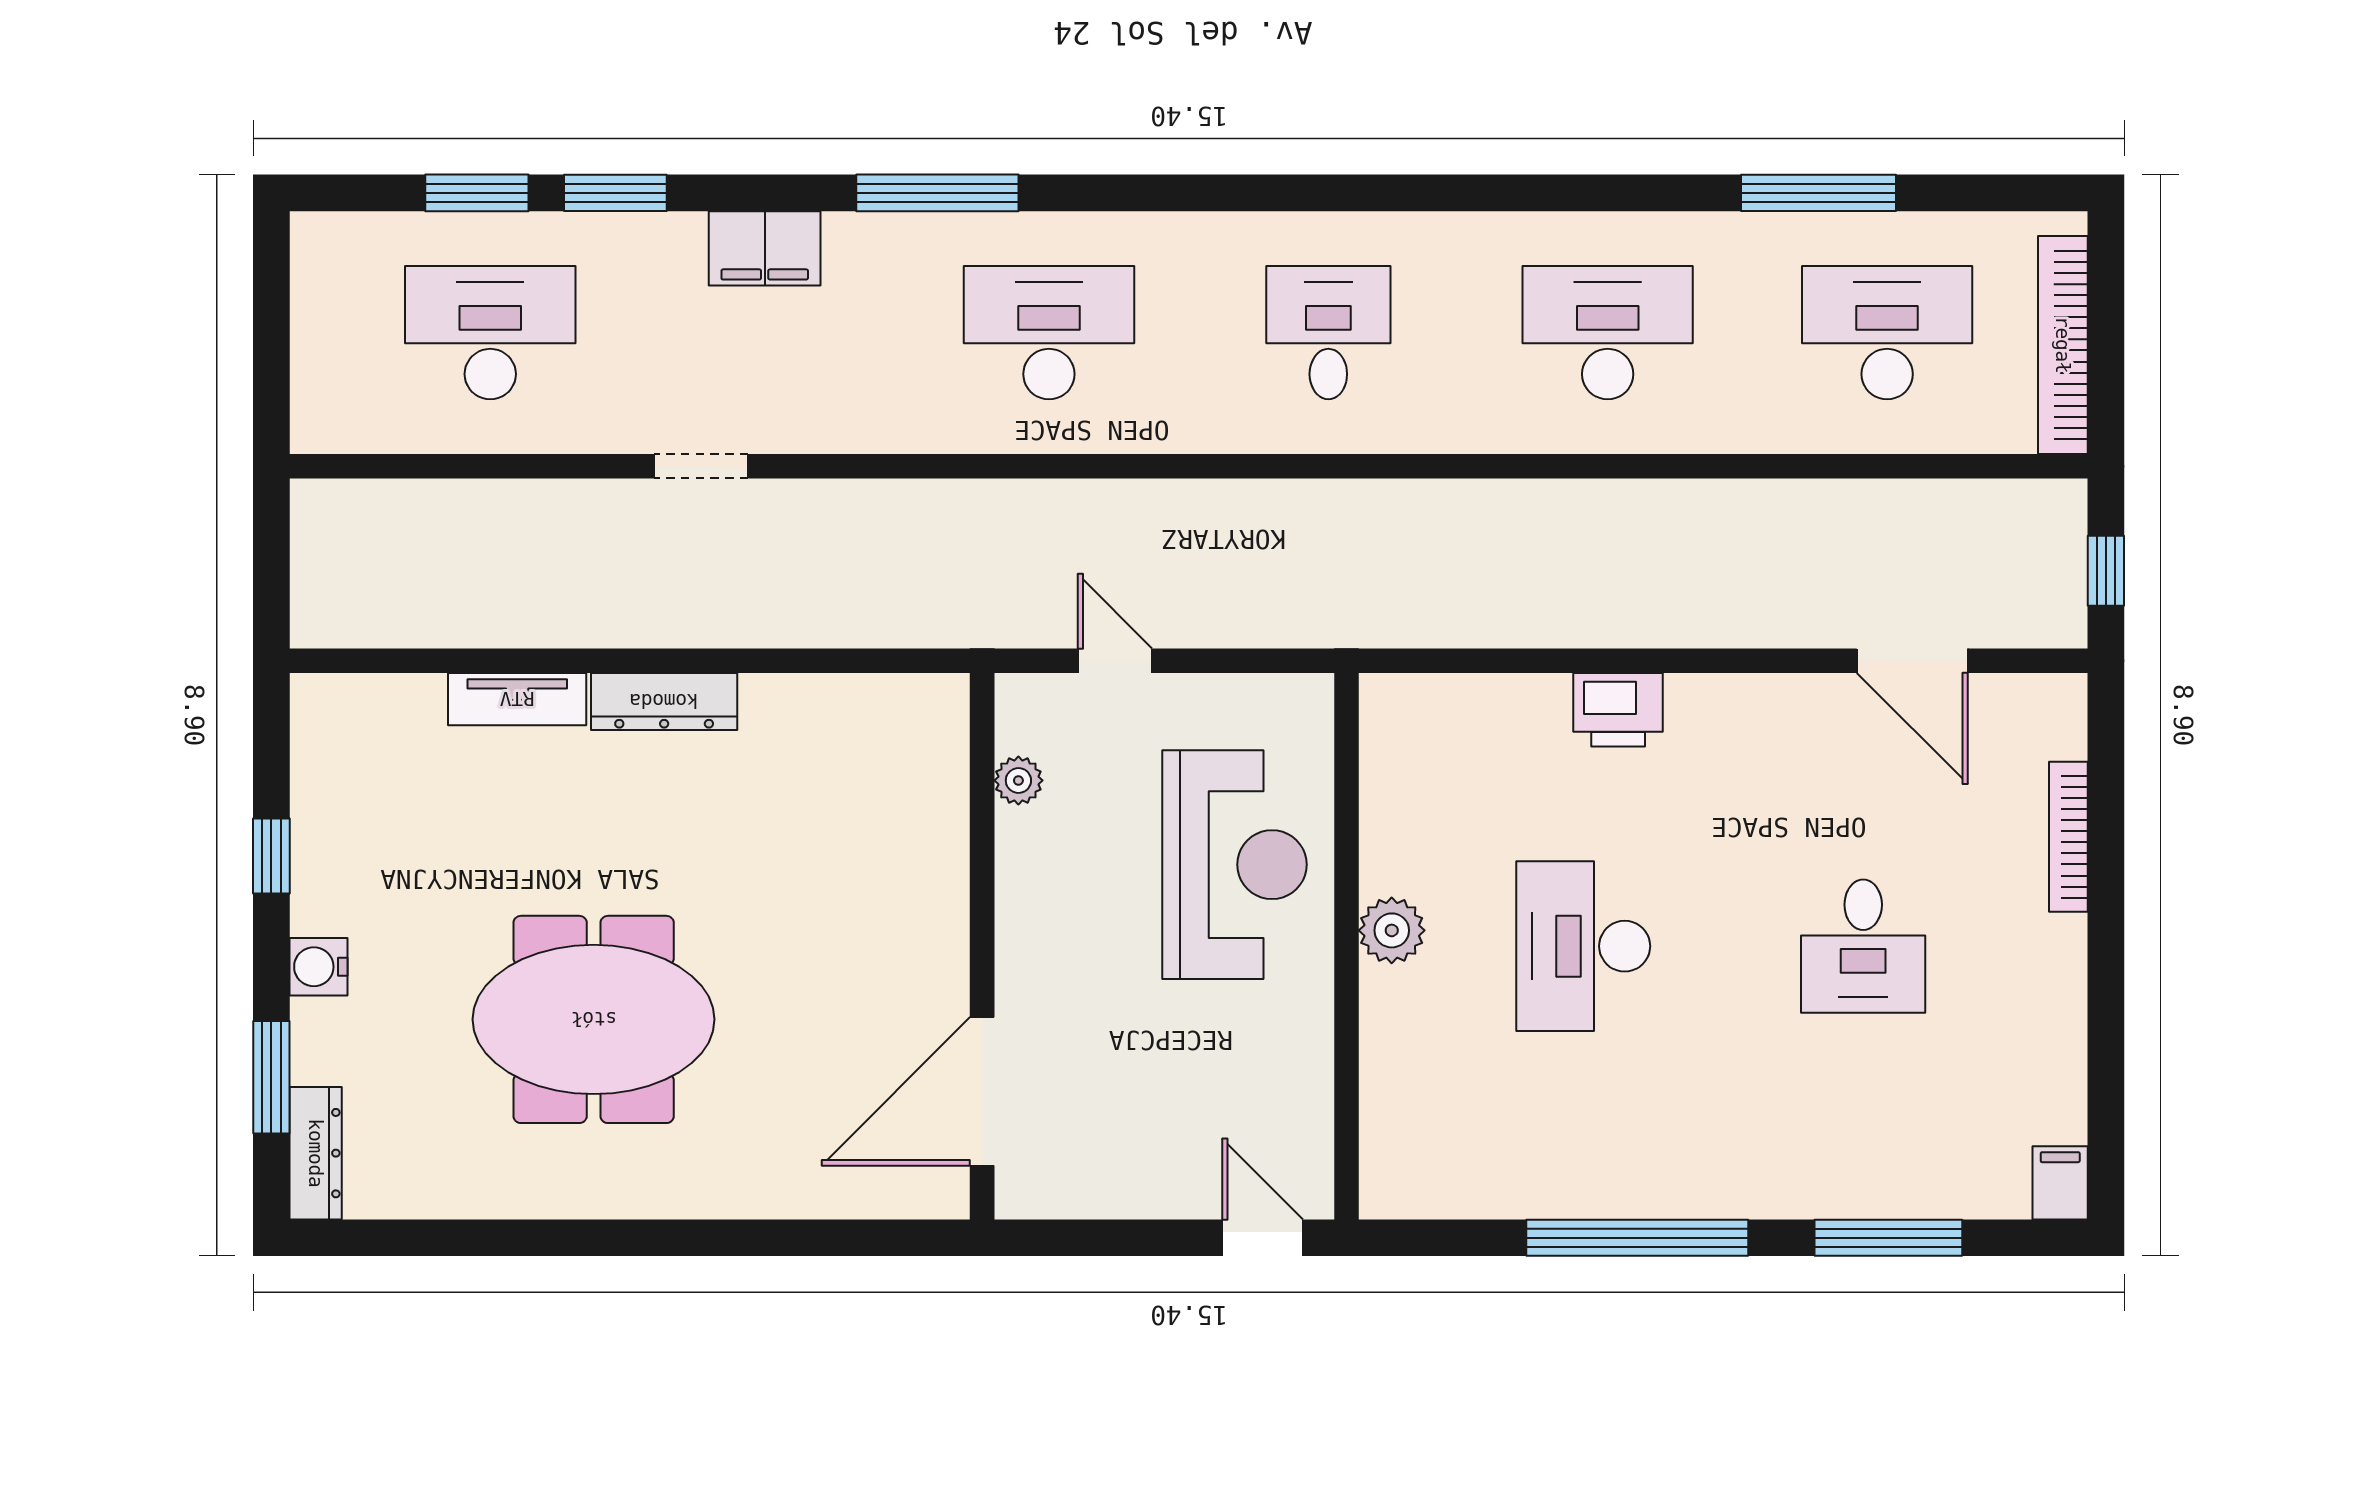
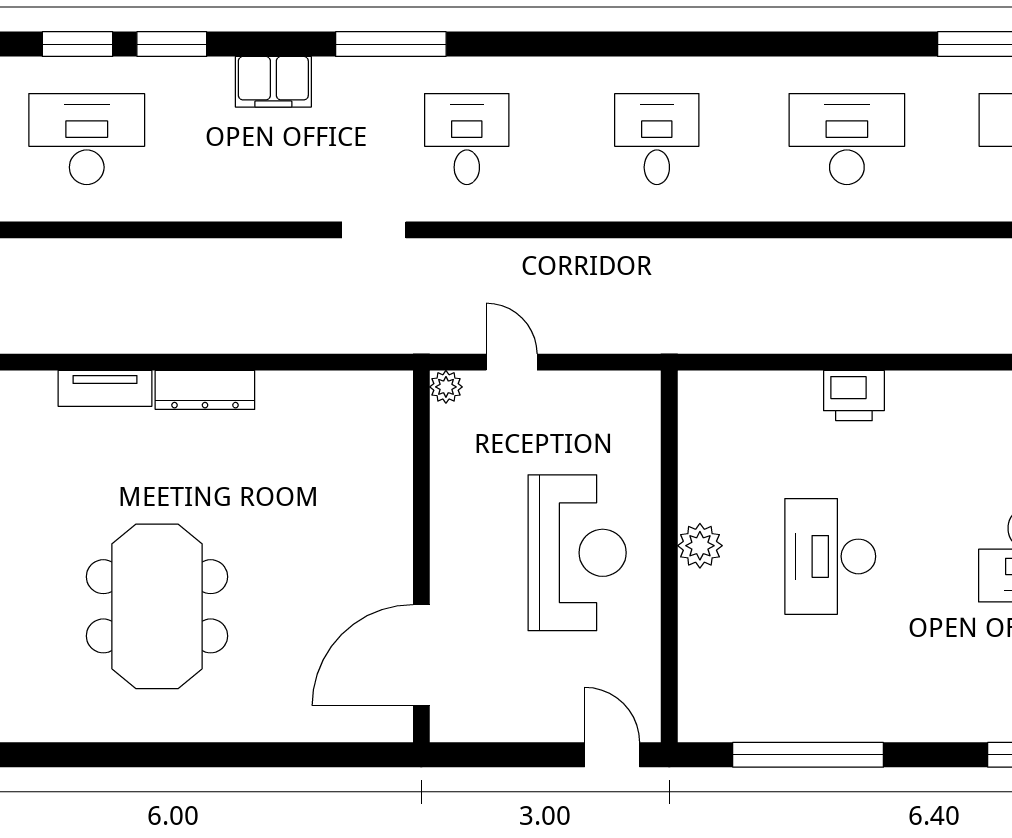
desk: (1049, 333) -> (467, 139), width x0.73
doorway: (701, 466) -> (374, 230), moved
plant: (1018, 780) -> (446, 387), moved
reception desk: (1235, 865) -> (577, 553), moved
meeting table: (594, 1019) -> (157, 606), turned 90
window: (1637, 1238) -> (808, 755), moved

